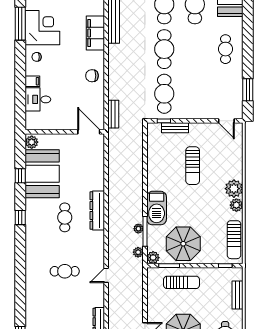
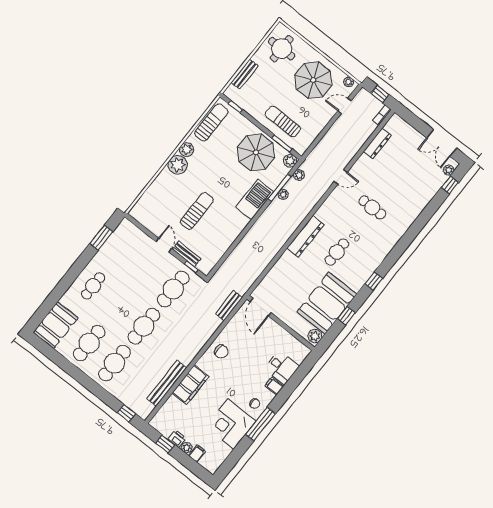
window: (20, 24) -> (260, 424), moved
door: (226, 121) -> (164, 245), moved

